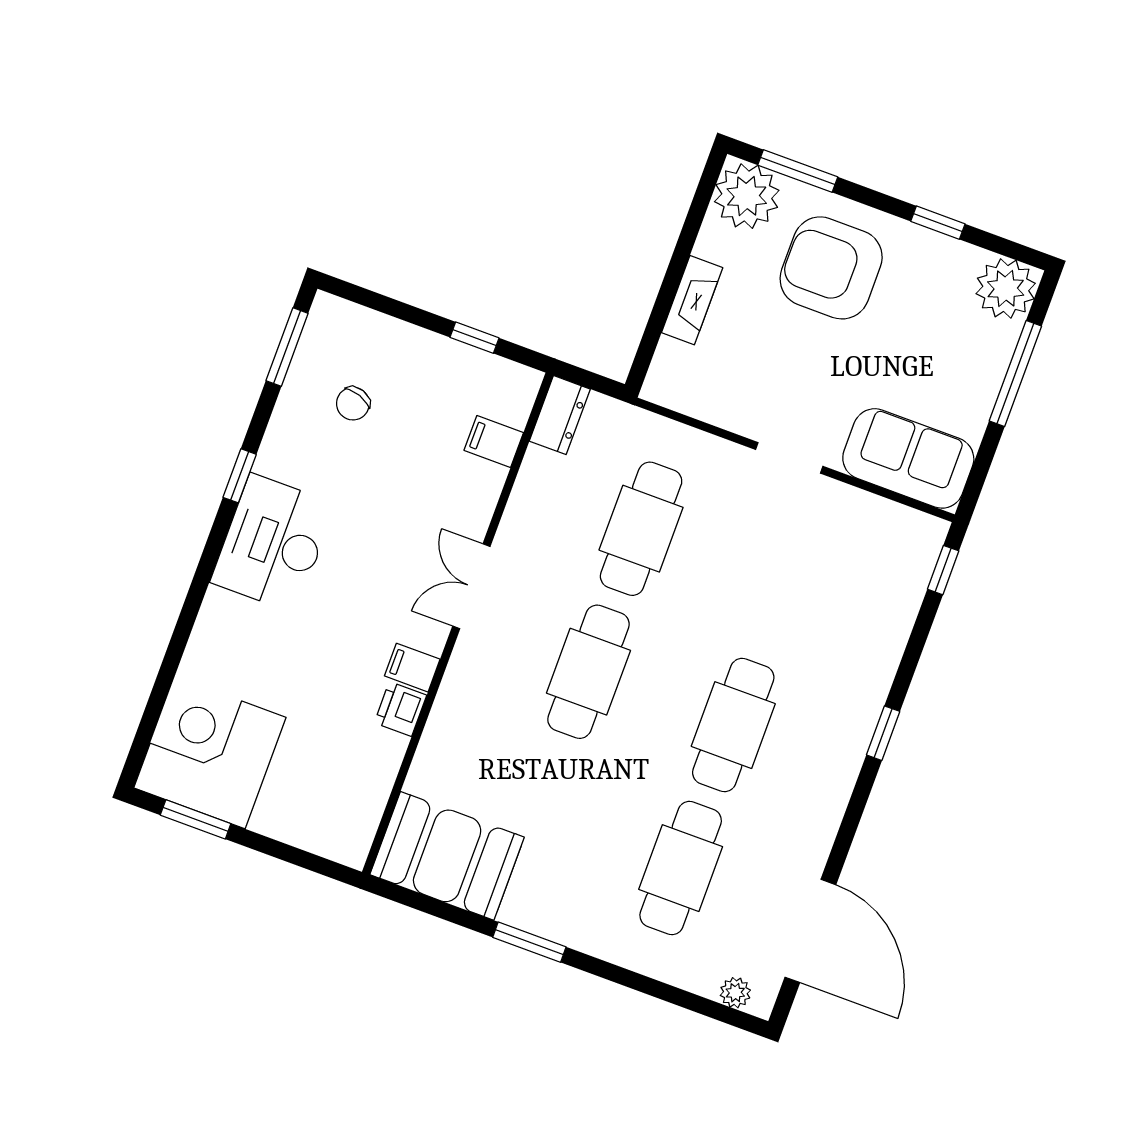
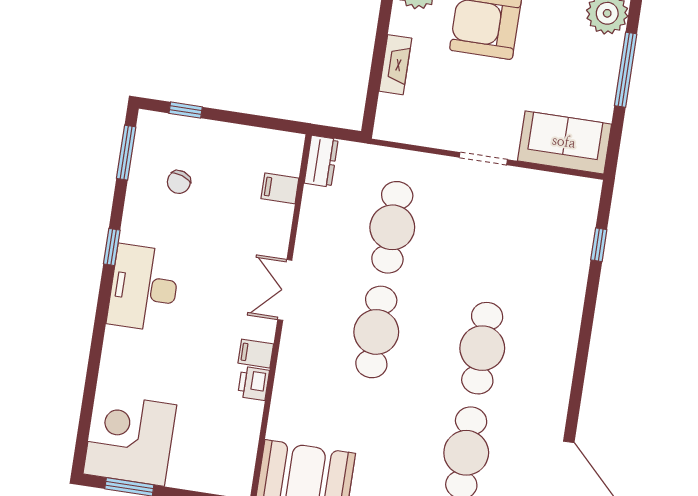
window: (475, 338) -> (186, 110), moved
window: (943, 570) -> (599, 245), moved
window: (883, 733) -> (585, 333), removed

